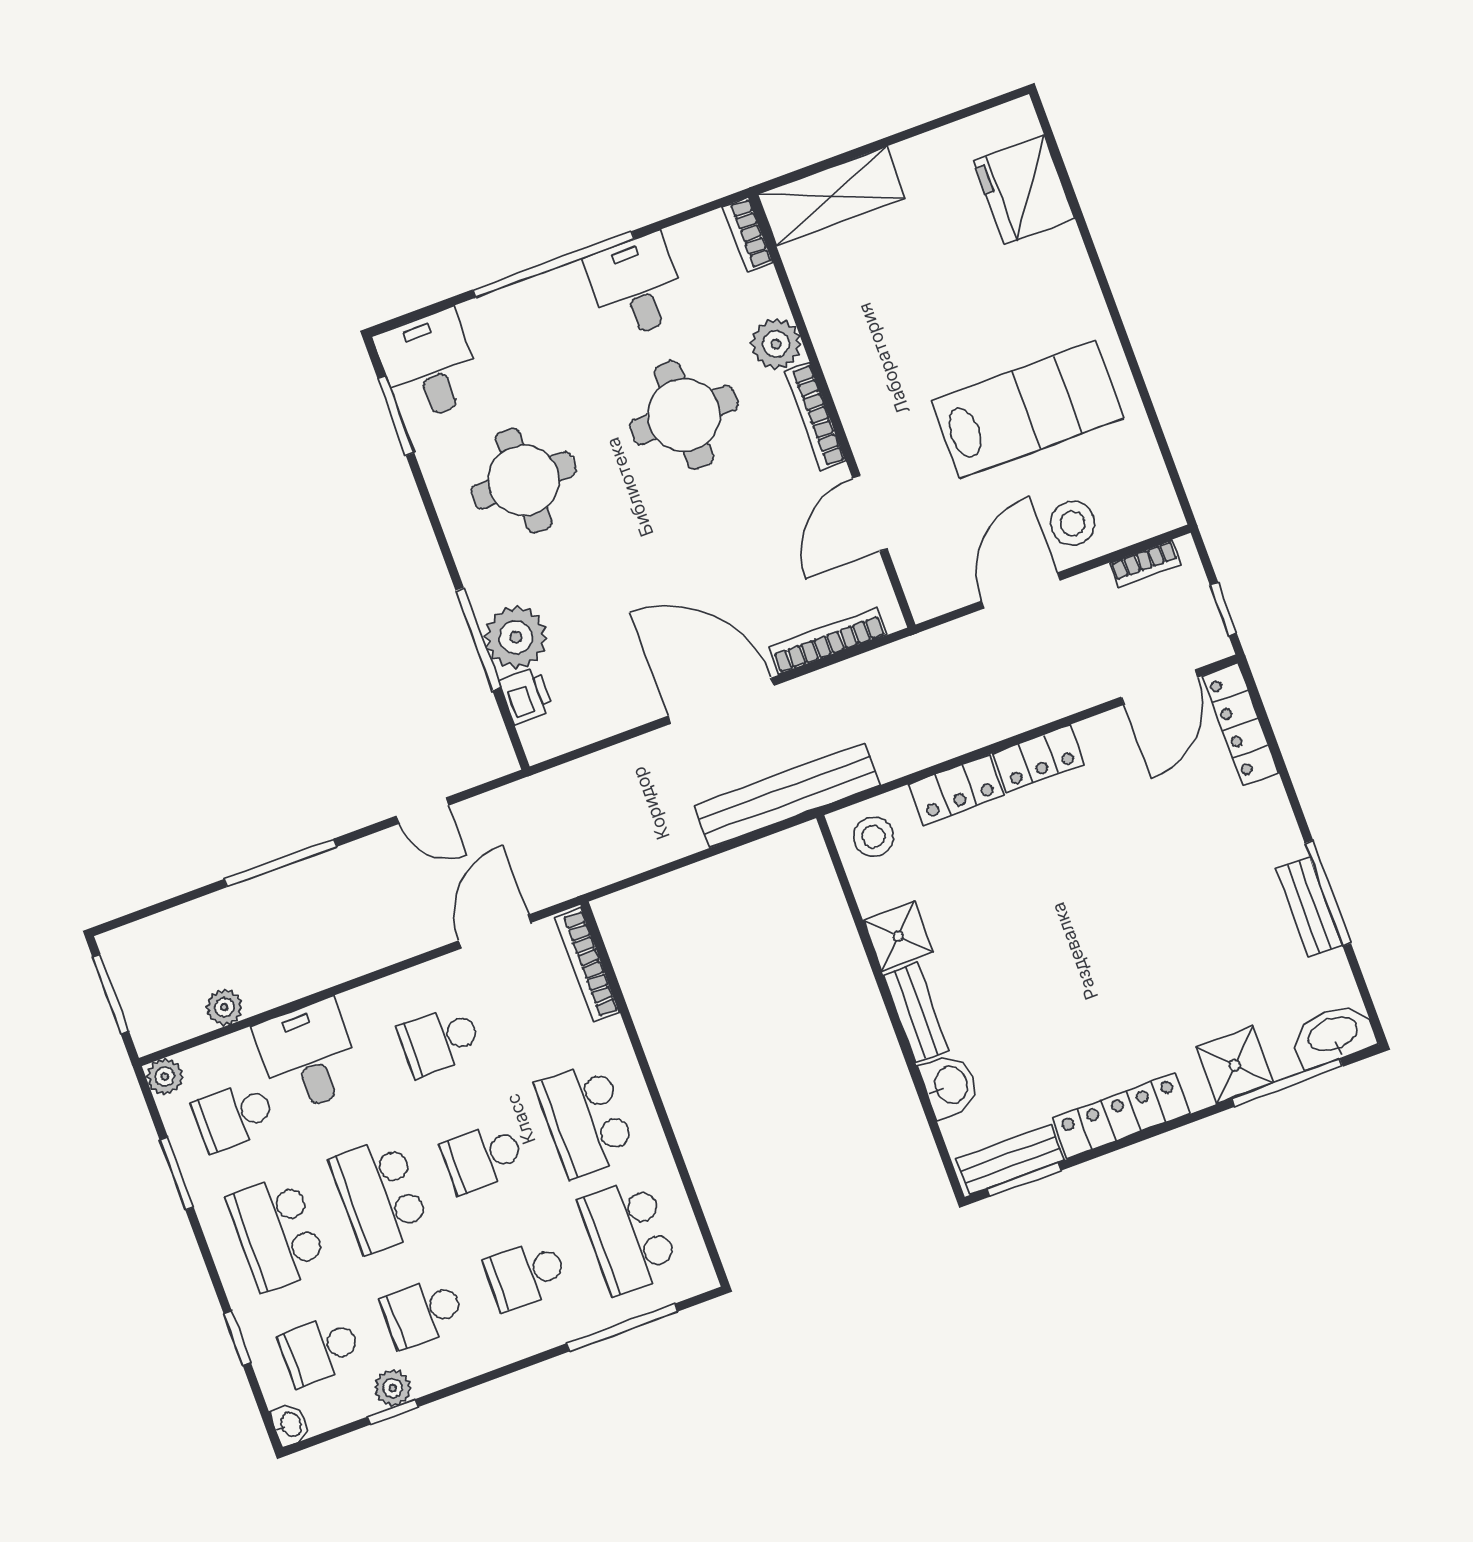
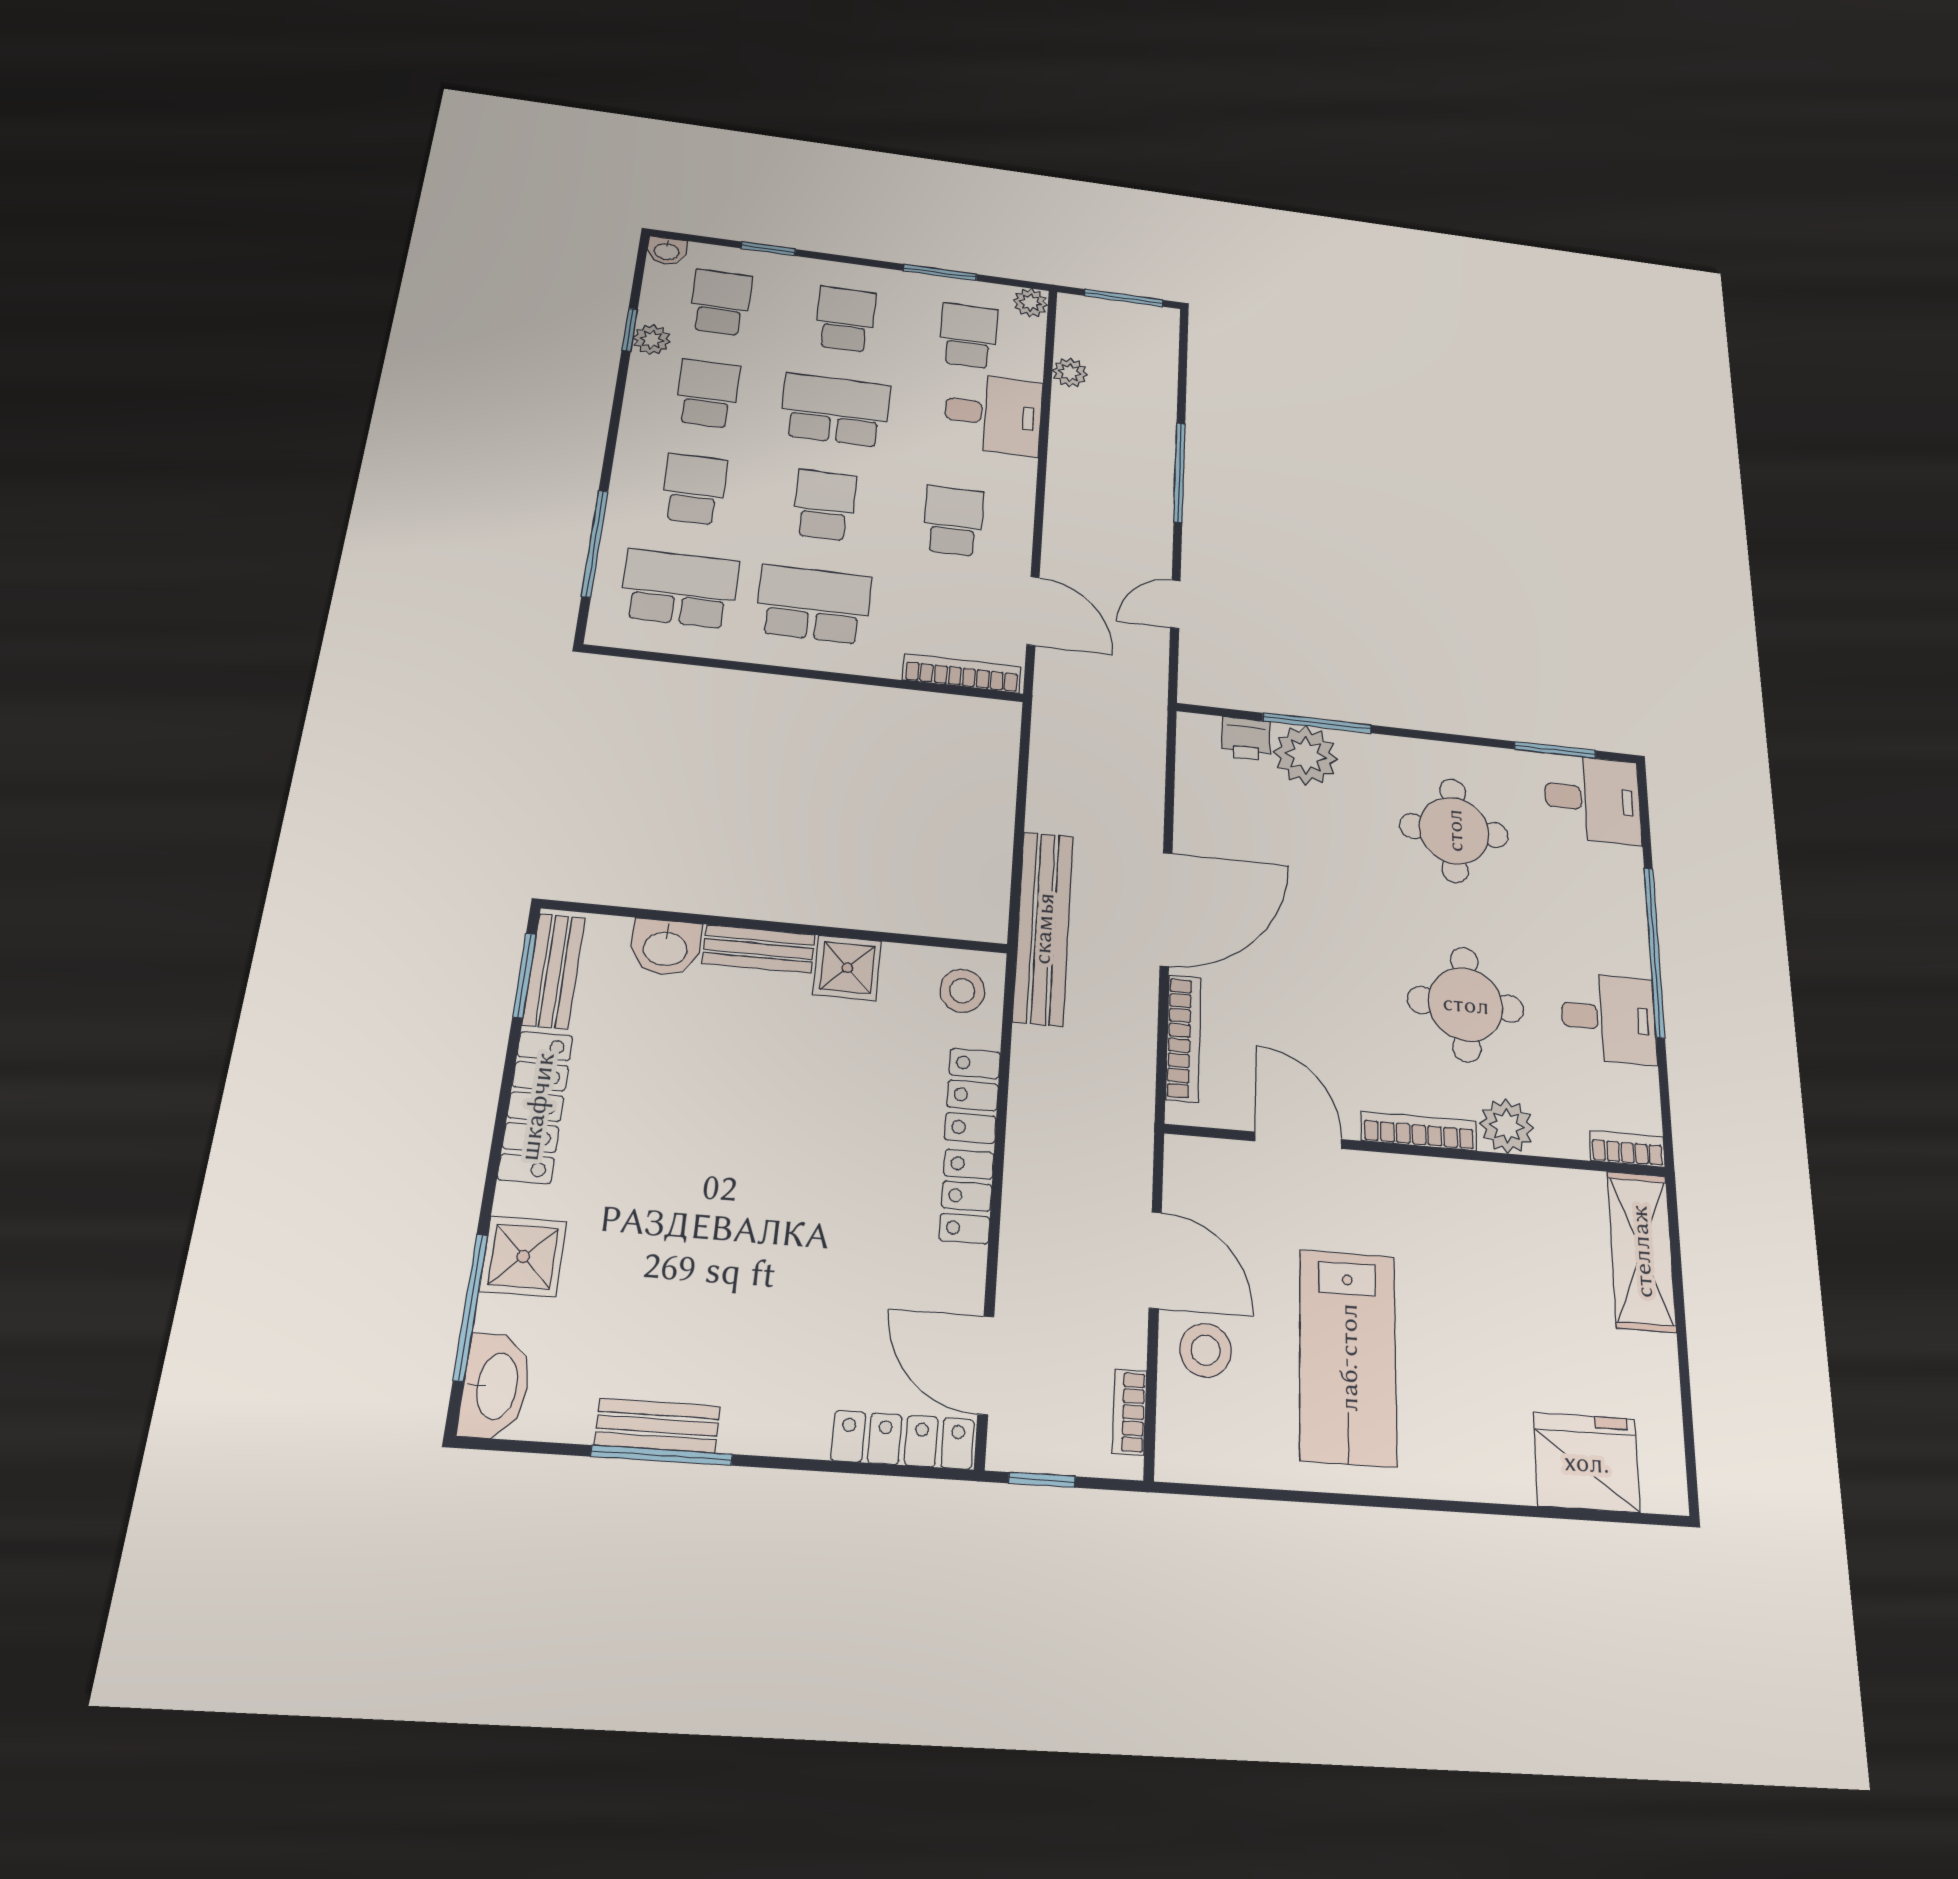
school desk: (277, 1233) -> (845, 319), width x0.54

